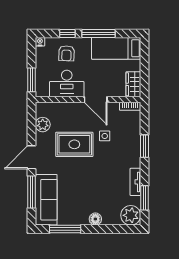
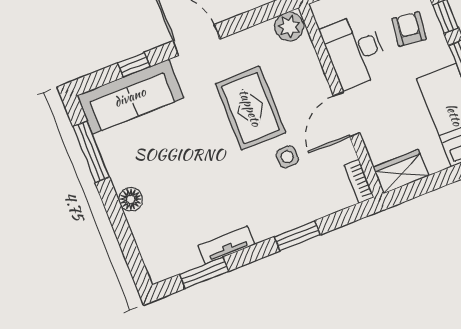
armchair: (66, 53) -> (409, 29), turned 95
plant: (43, 125) -> (289, 27), moved
window: (31, 192) -> (134, 65), width x0.46
plant: (131, 215) -> (163, 260), removed

